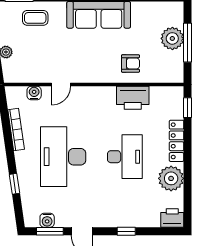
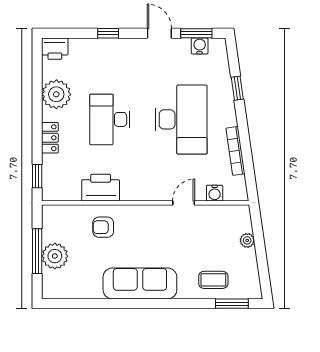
locker: (177, 141) -> (50, 138), width x0.66

